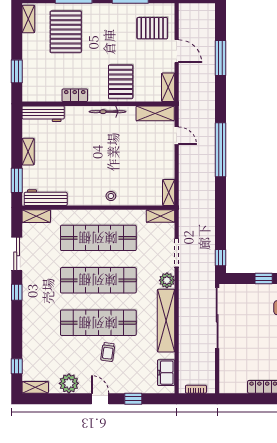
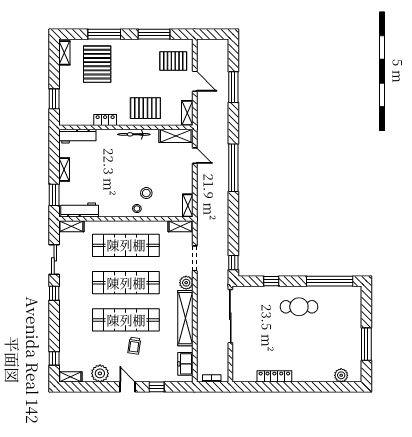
pallet: (121, 82) -> (145, 108), turned 90
stool: (122, 178) -> (146, 193), added

